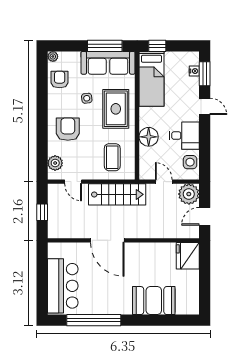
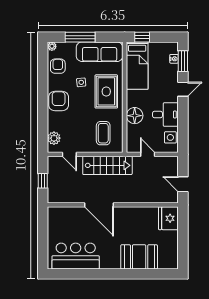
window: (105, 46) -> (80, 37), moved
door: (205, 106) -> (183, 89), hinge flipped
armchair: (68, 129) -> (59, 101), moved
plant: (189, 194) -> (169, 165), removed
door: (205, 216) -> (183, 184), hinge flipped
bar counter: (63, 286) -> (76, 256), moved, turned -90
window: (94, 320) -> (87, 274), removed

